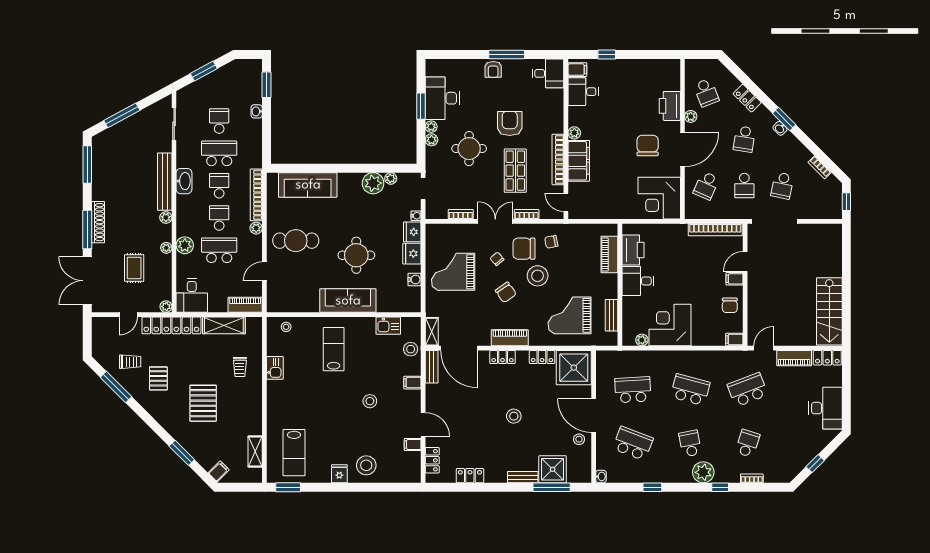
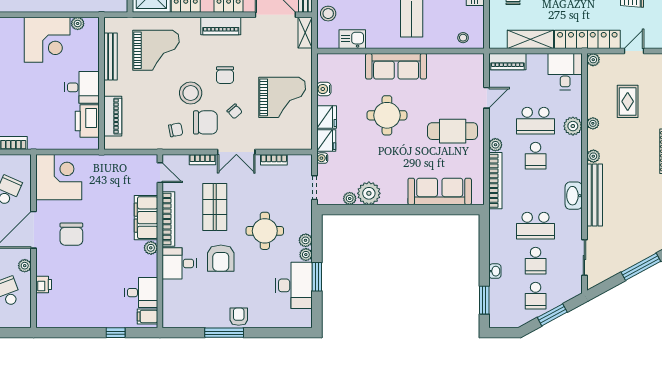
desk: (548, 73) -> (179, 263), moved
printer: (670, 106) -> (44, 284), width x0.53, depth x0.68
school desk: (219, 186) -> (536, 296), moved
chair: (506, 292) -> (225, 75), turned -145
bench: (612, 315) -> (110, 57), width x1.36

